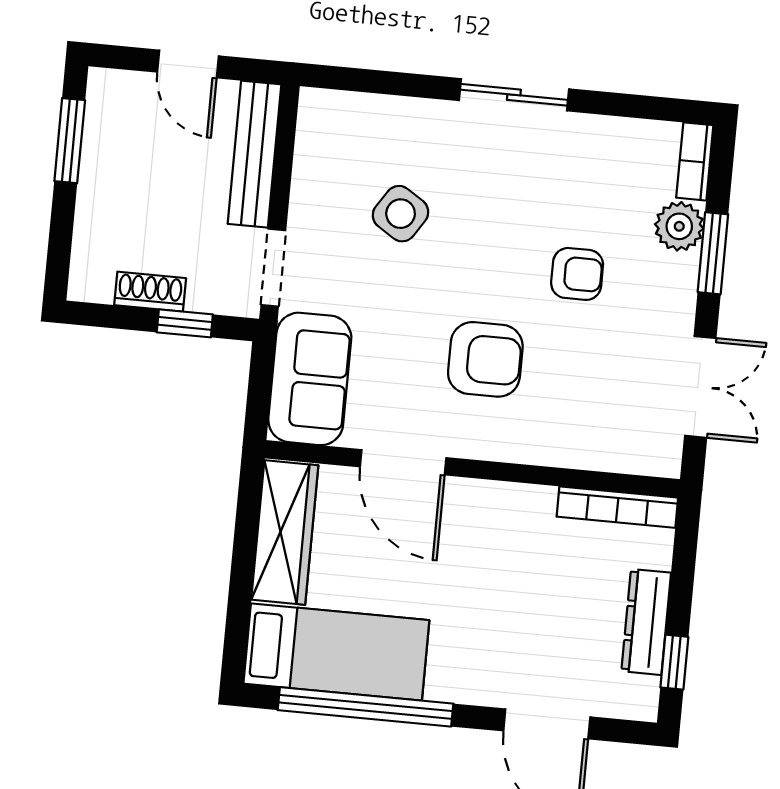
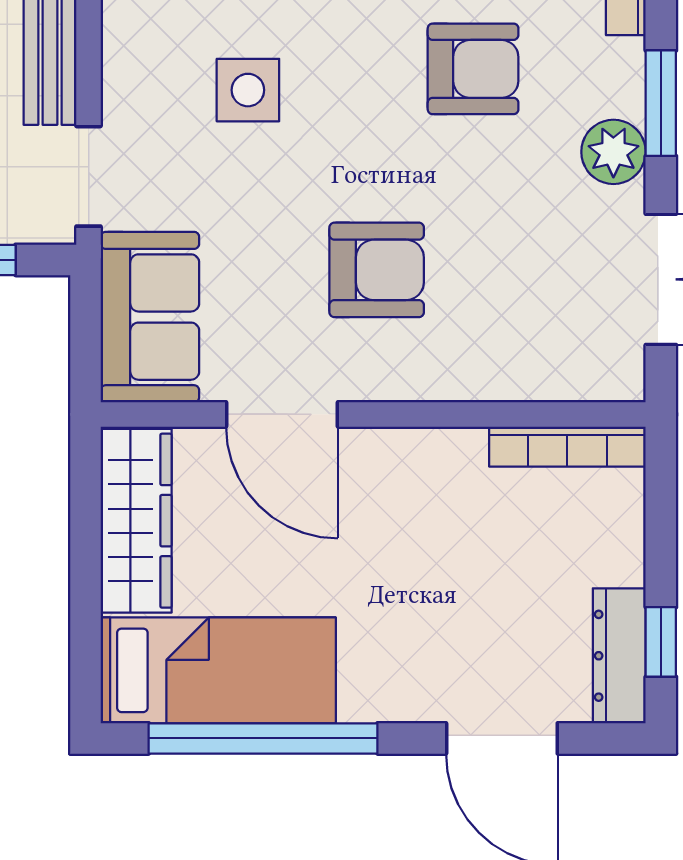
side table: (401, 214) -> (248, 90), turned -33
plant: (679, 226) -> (613, 152), moved
armchair: (577, 274) -> (473, 69), moved, width x1.38, depth x1.38
dresser: (646, 622) -> (619, 656), moved

